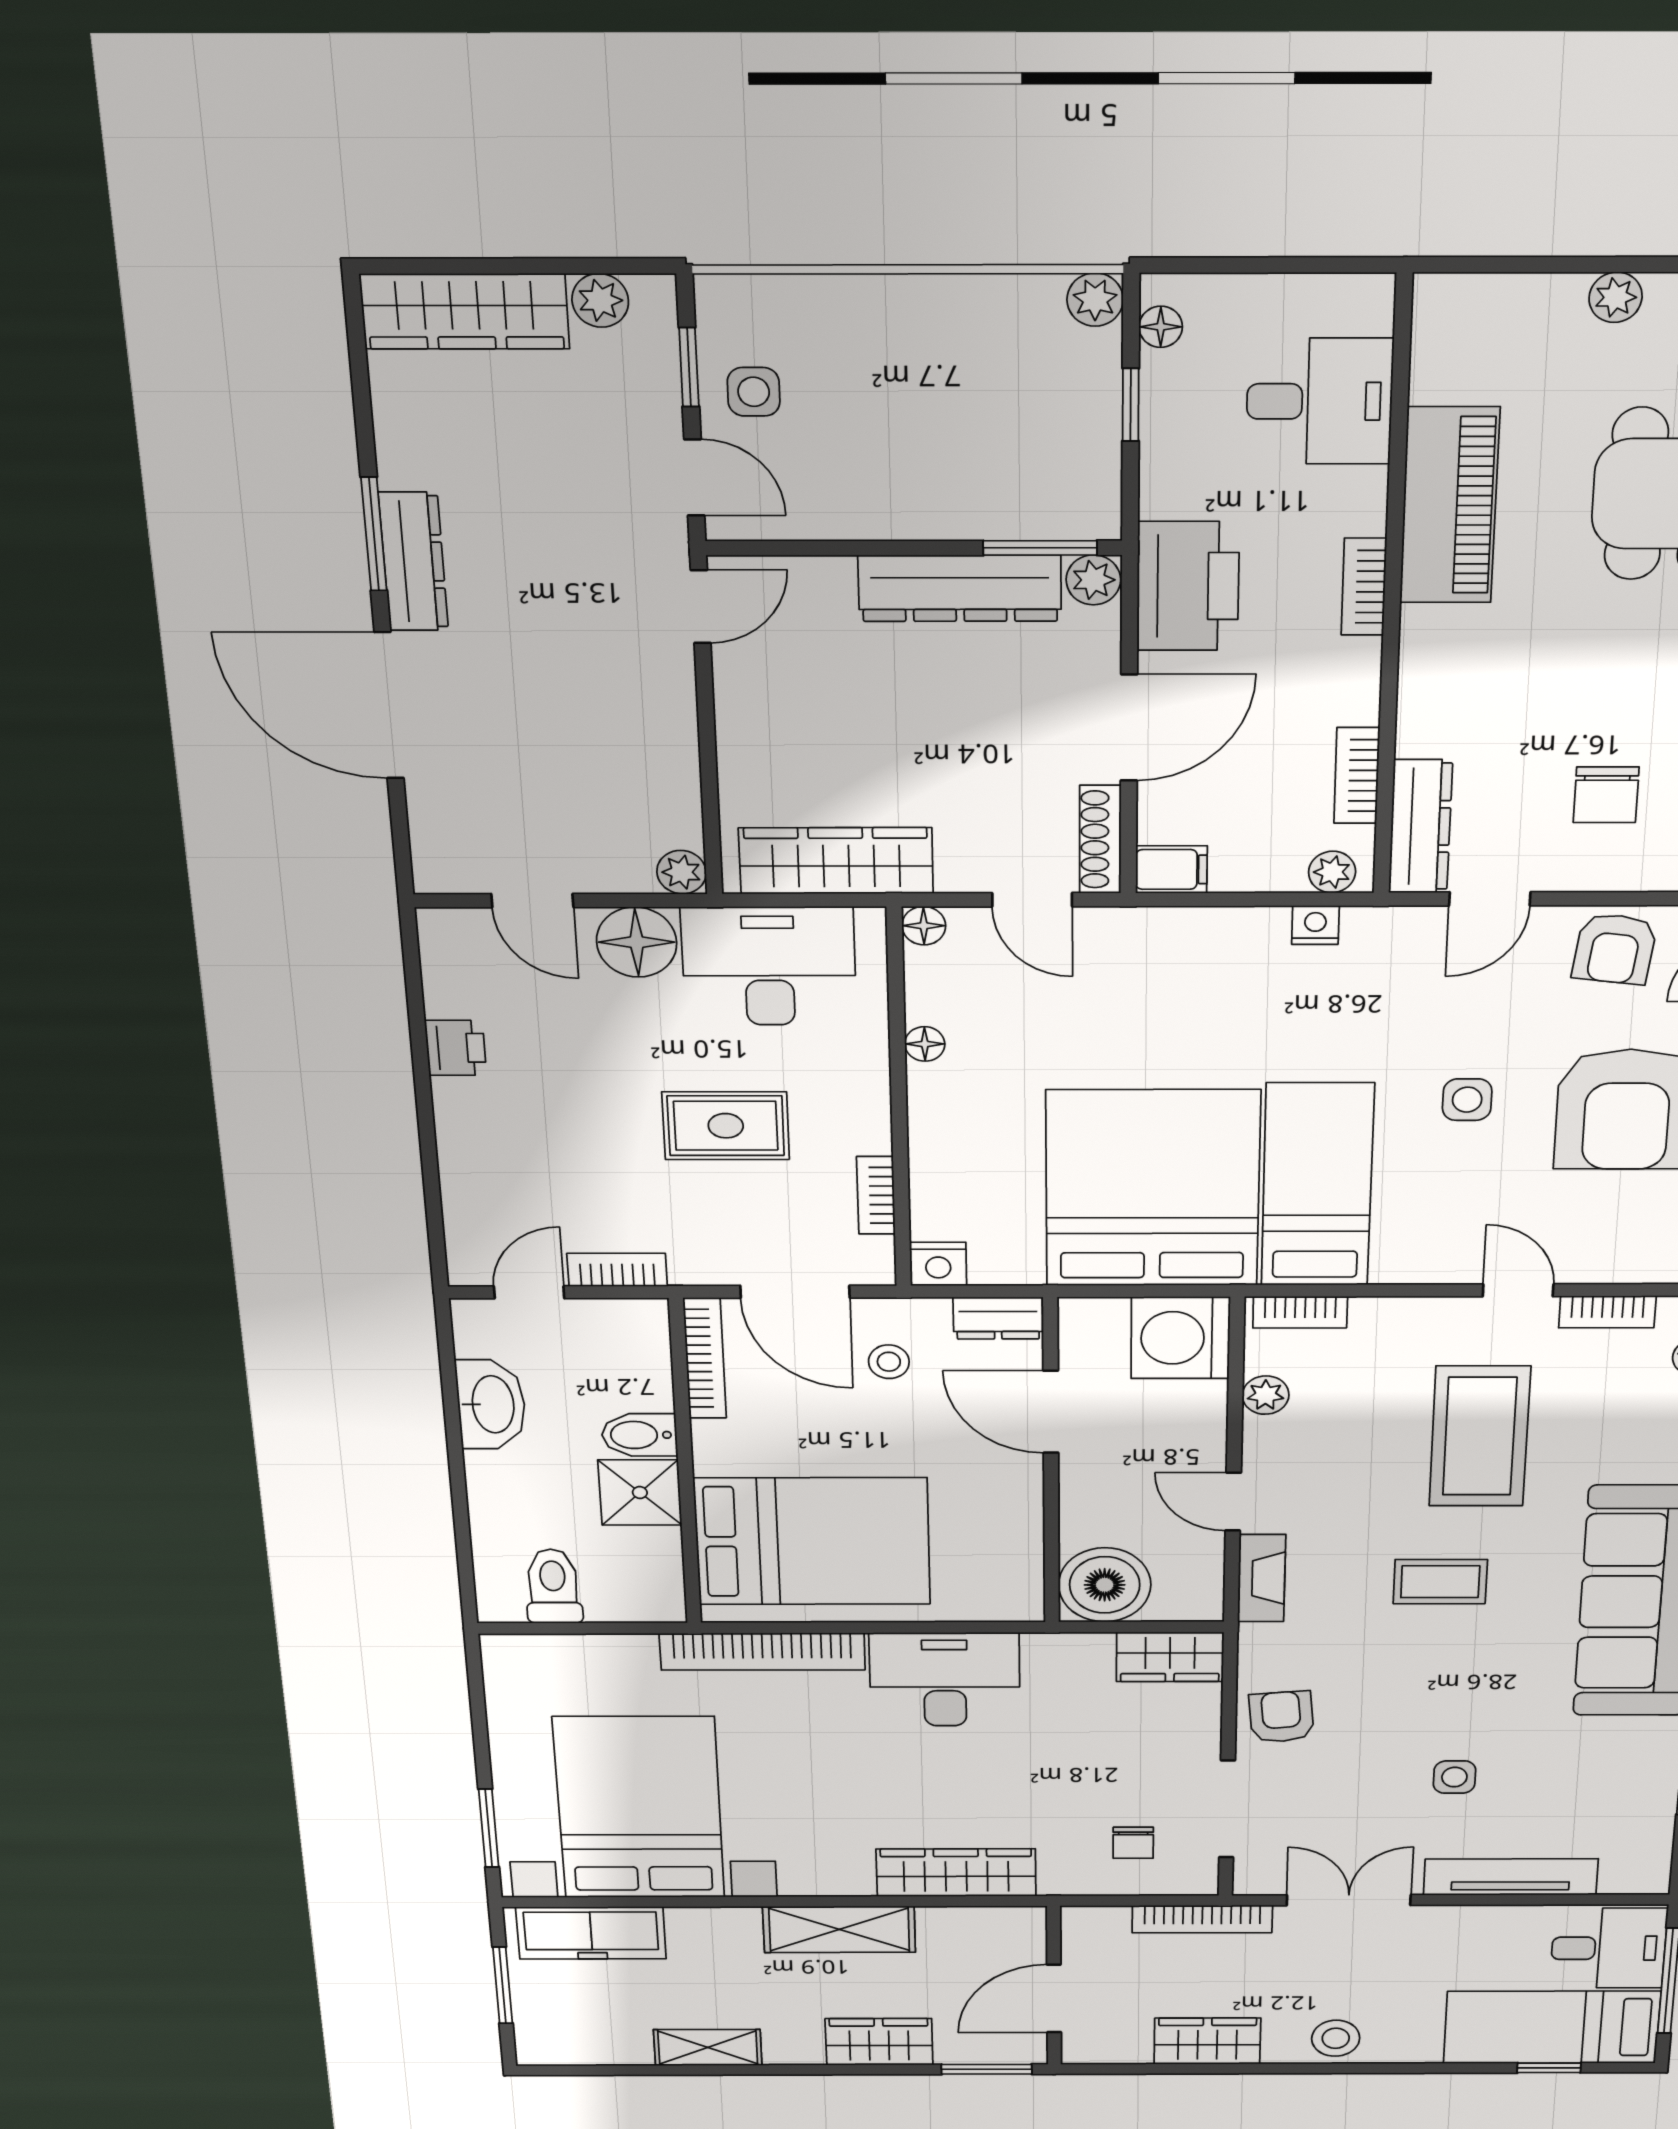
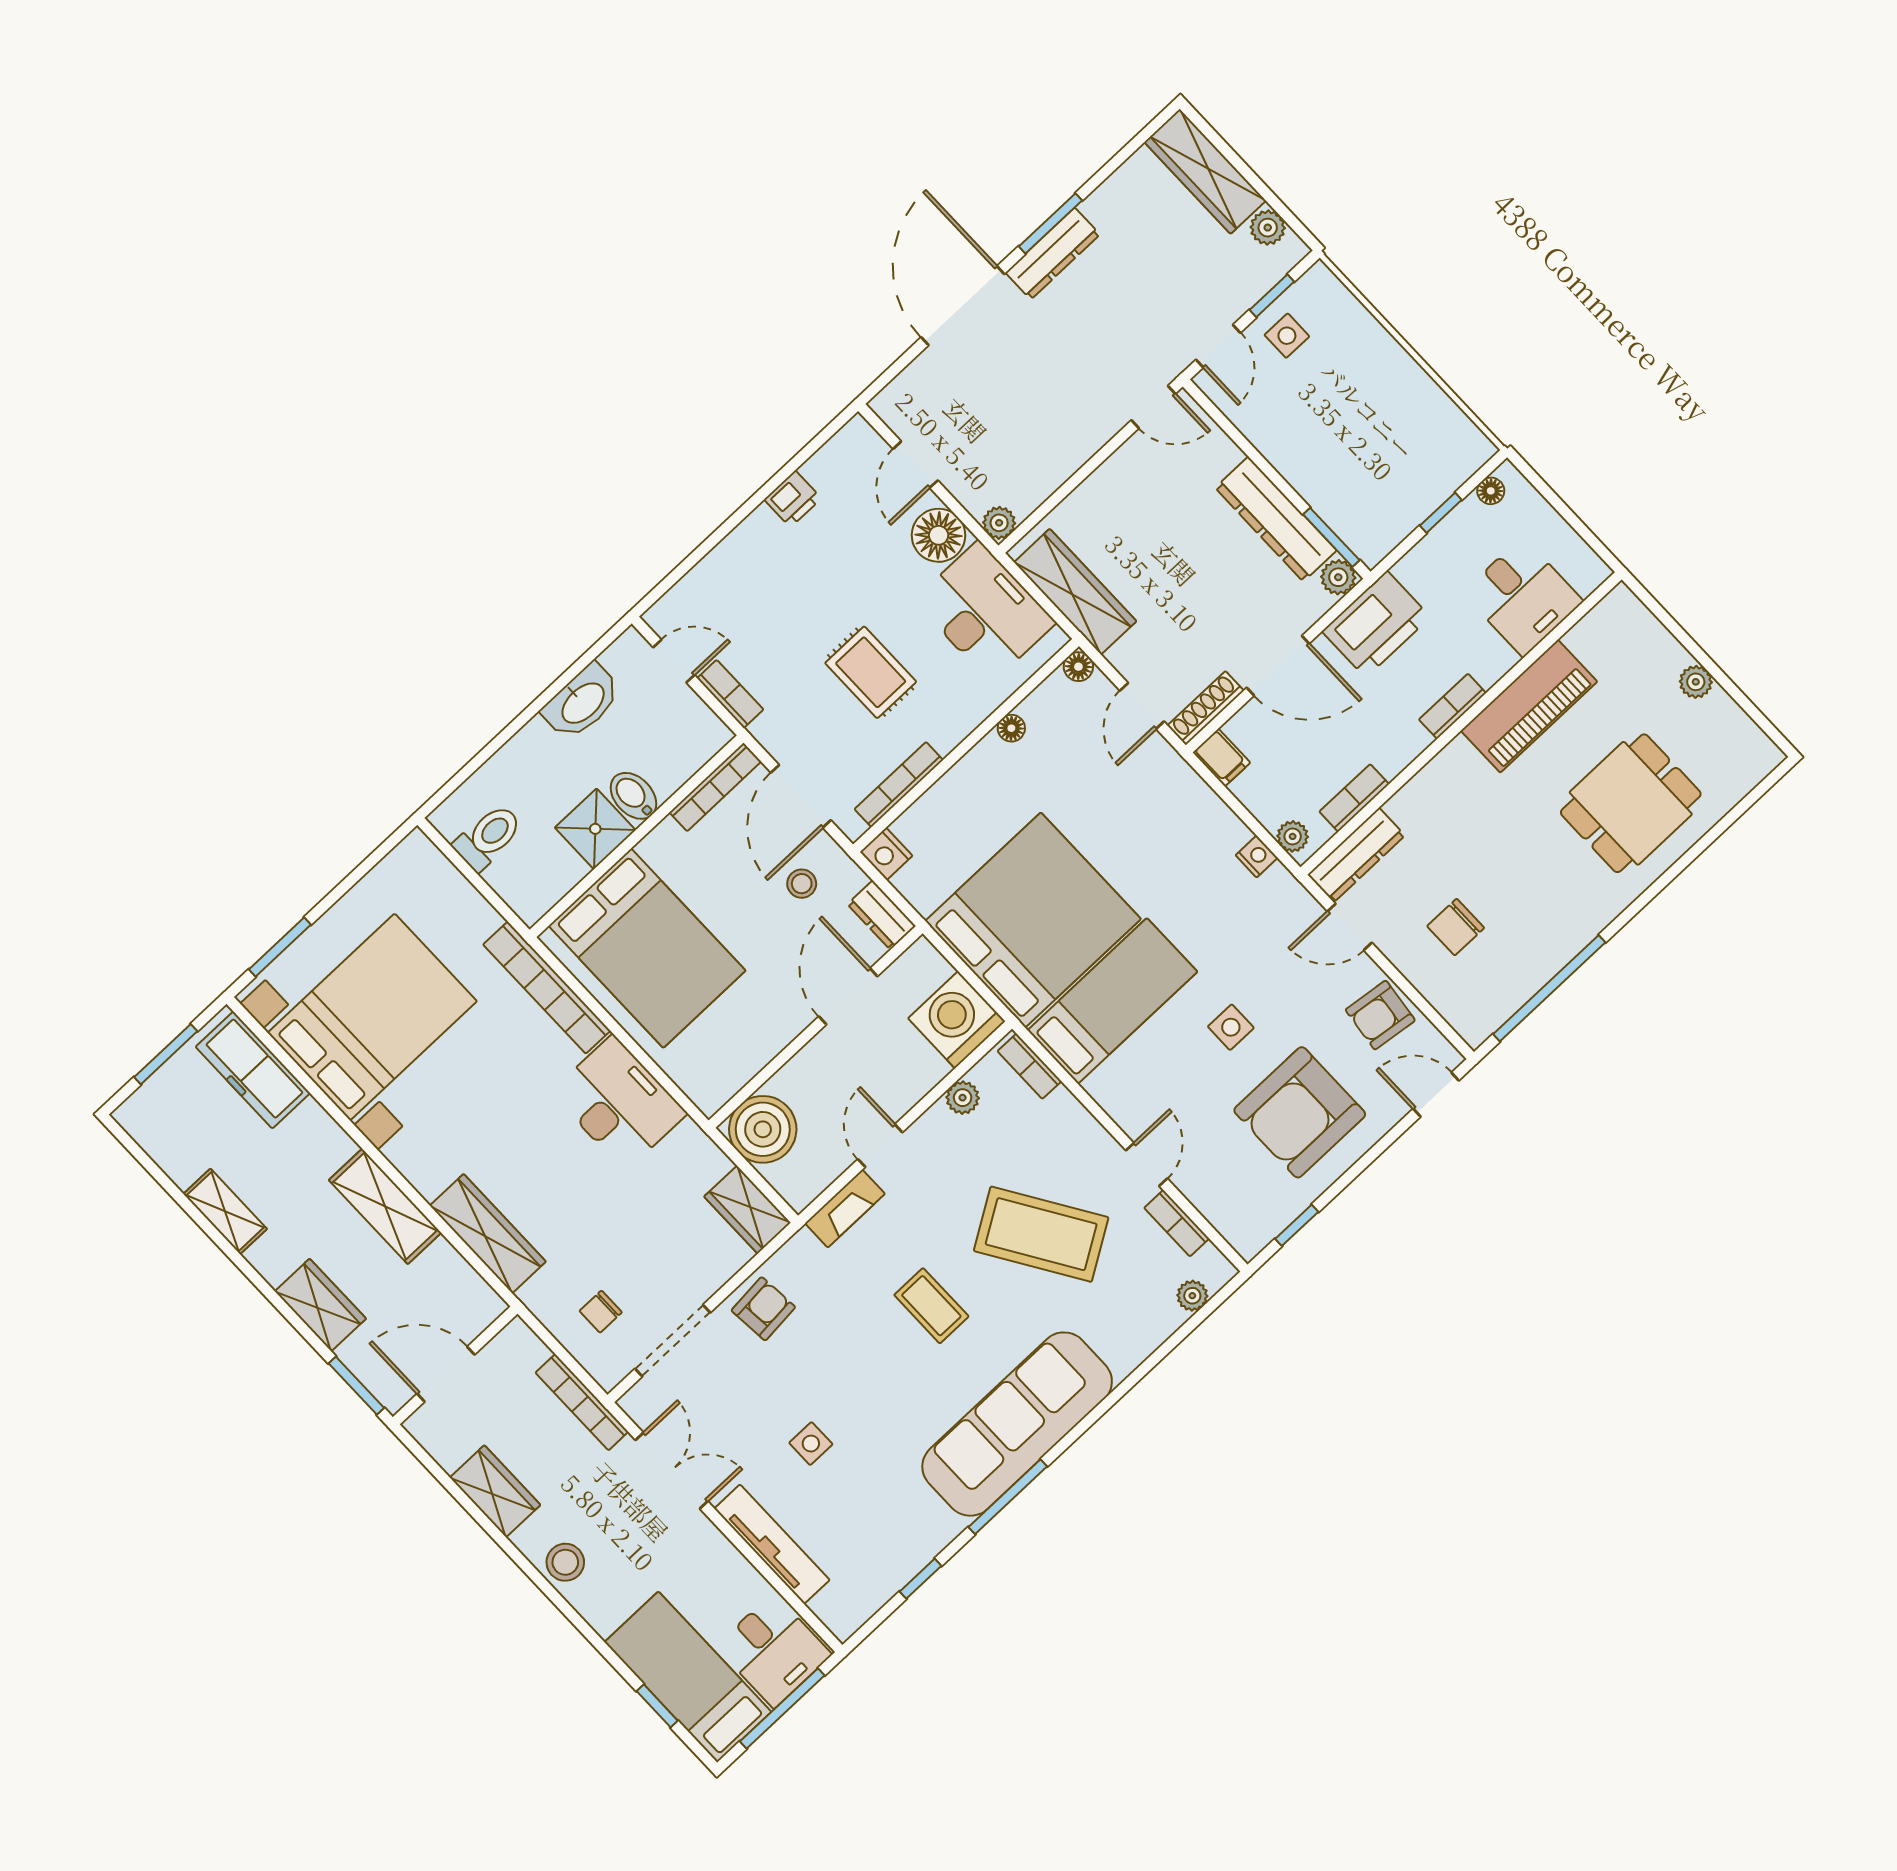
plant: (1095, 300) -> (1476, 449), removed
bookcase: (876, 1195) -> (899, 785), width x1.56
coffee table: (1480, 1436) -> (1041, 1234), turned 58

